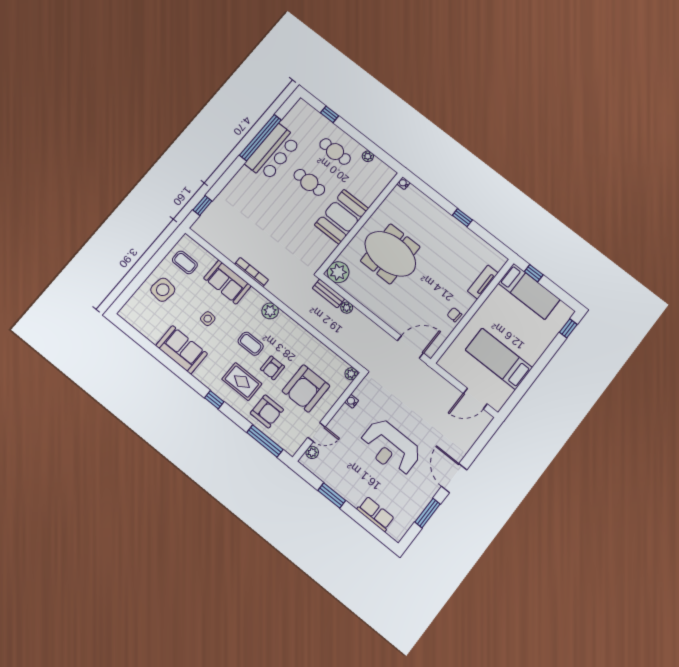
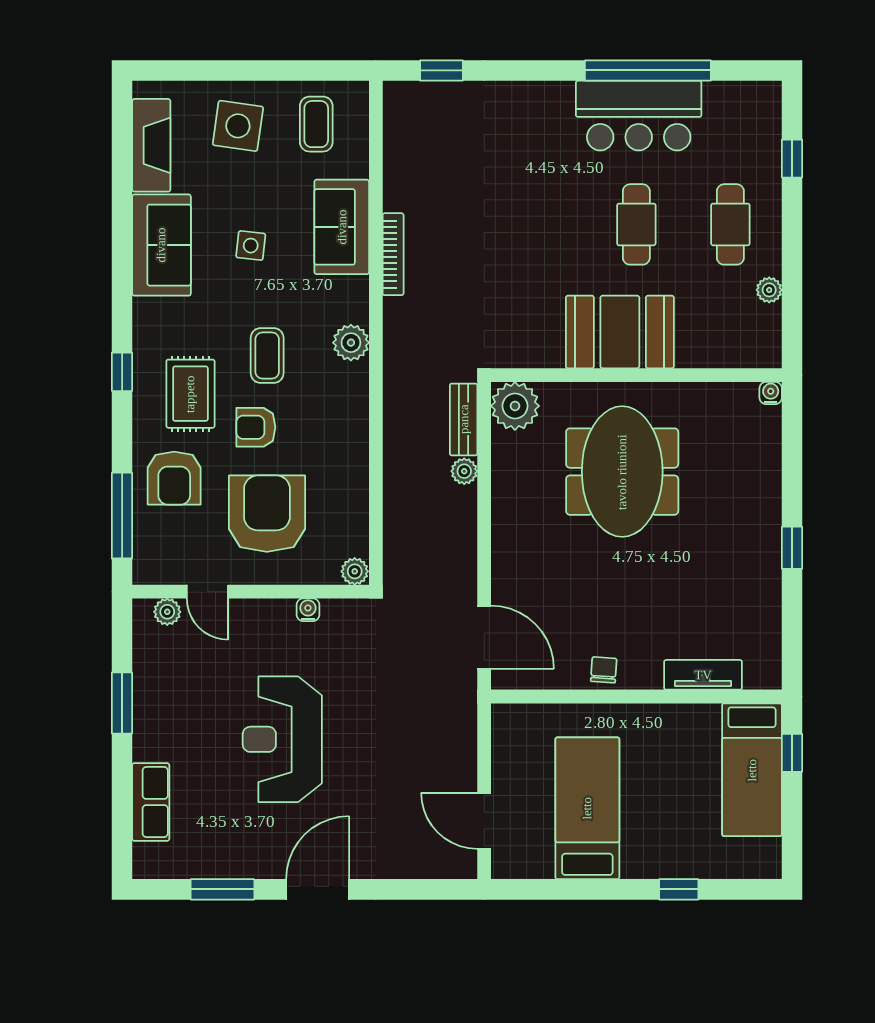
fireplace: (144, 325) -> (151, 145), added
window: (568, 328) -> (679, 889), moved
armchair: (306, 388) -> (267, 514), turned 90

